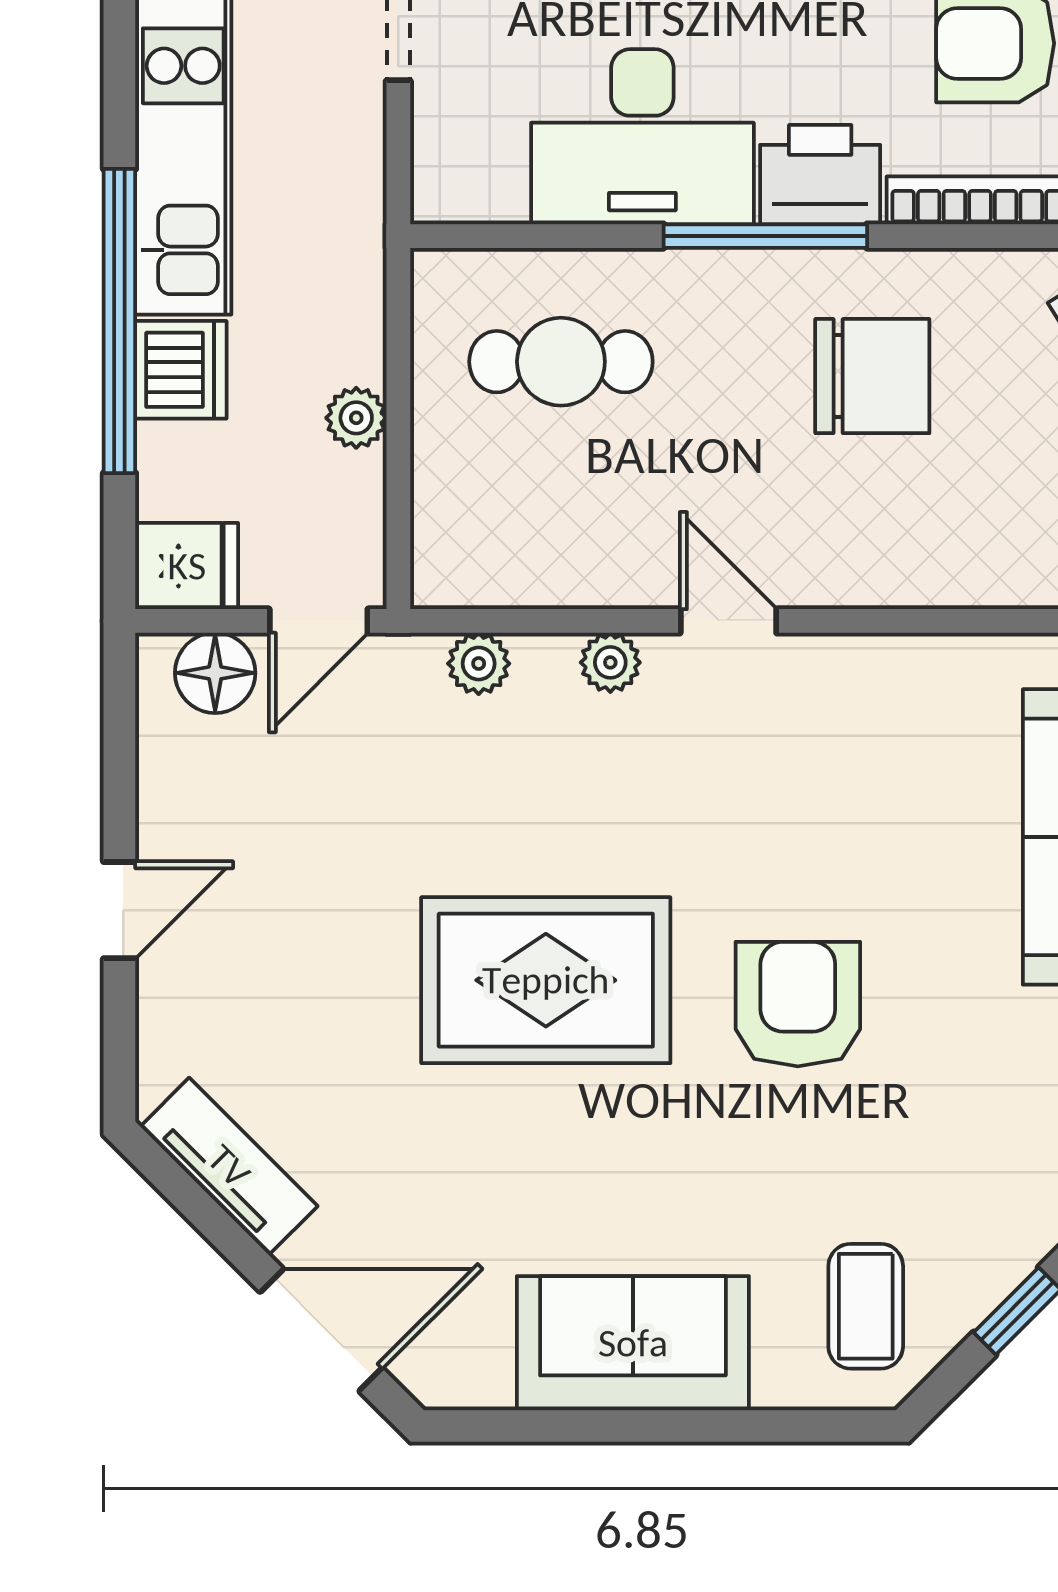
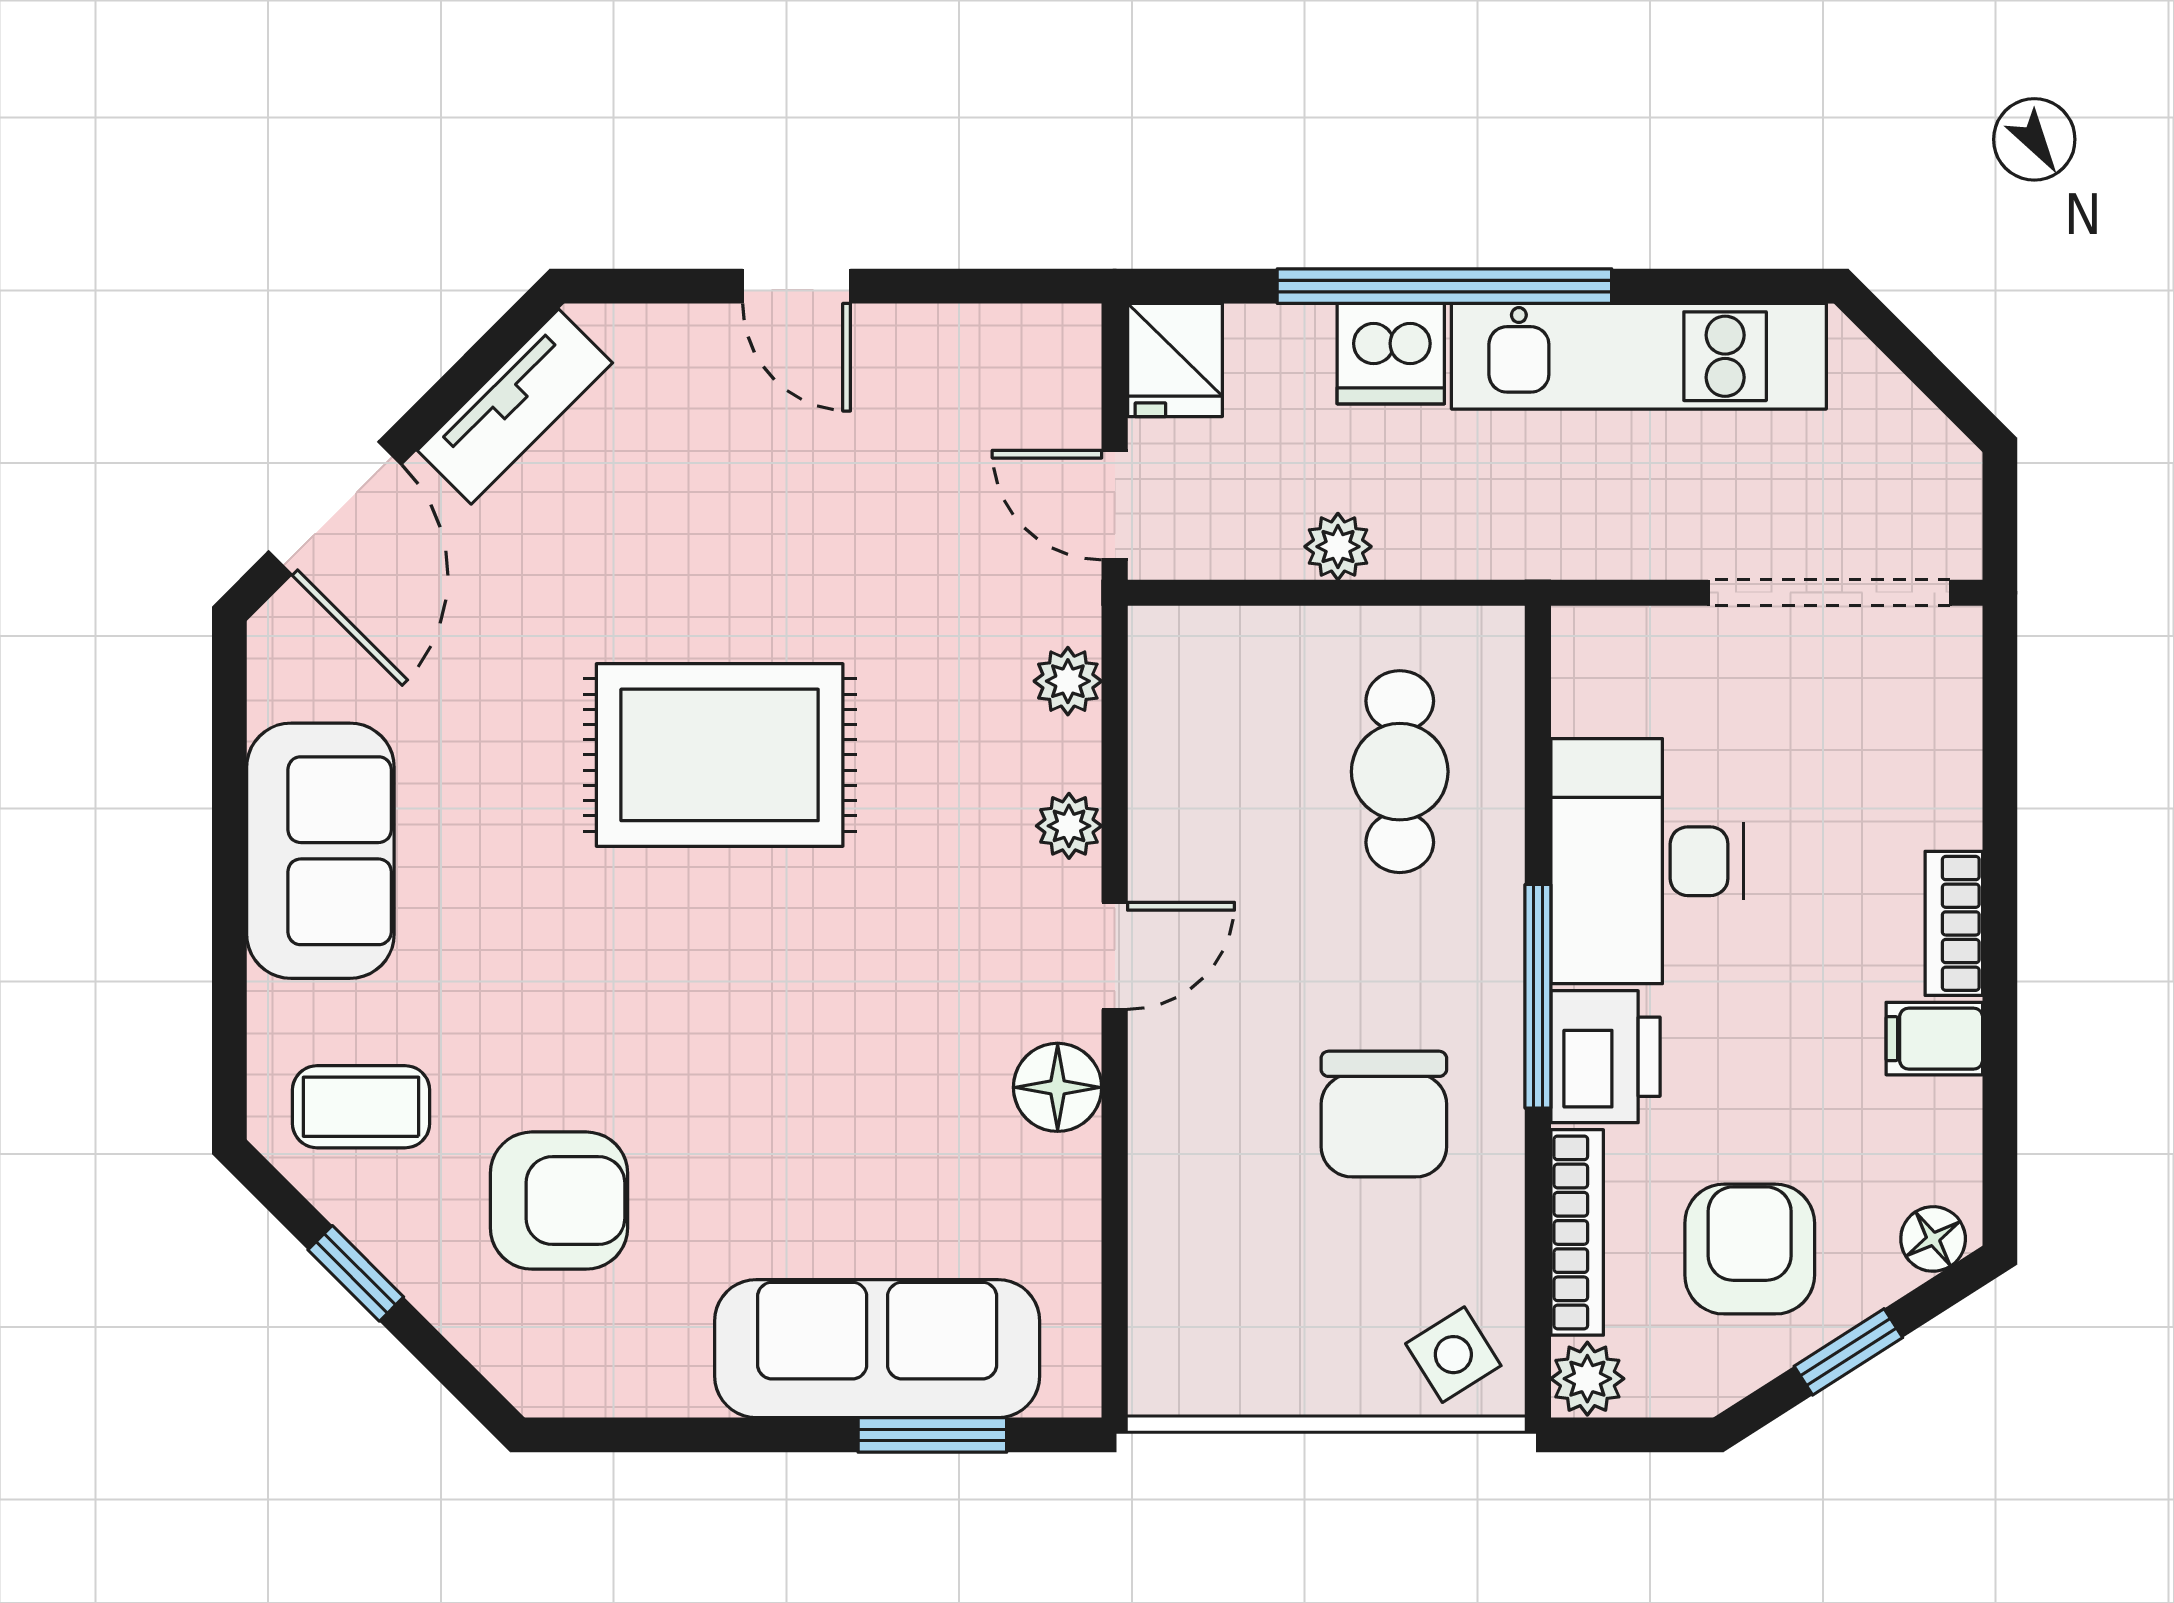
floor lamp: (215, 673) -> (1058, 1087), moved
rug: (546, 980) -> (720, 755), turned 90
armchair: (798, 1004) -> (559, 1201), moved

